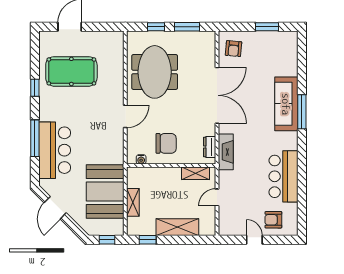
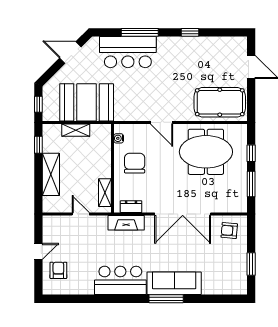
pool table: (71, 71) -> (220, 102), moved, turned 90
chair: (166, 143) -> (135, 163), turned 180
bar counter: (284, 176) -> (120, 280), moved

